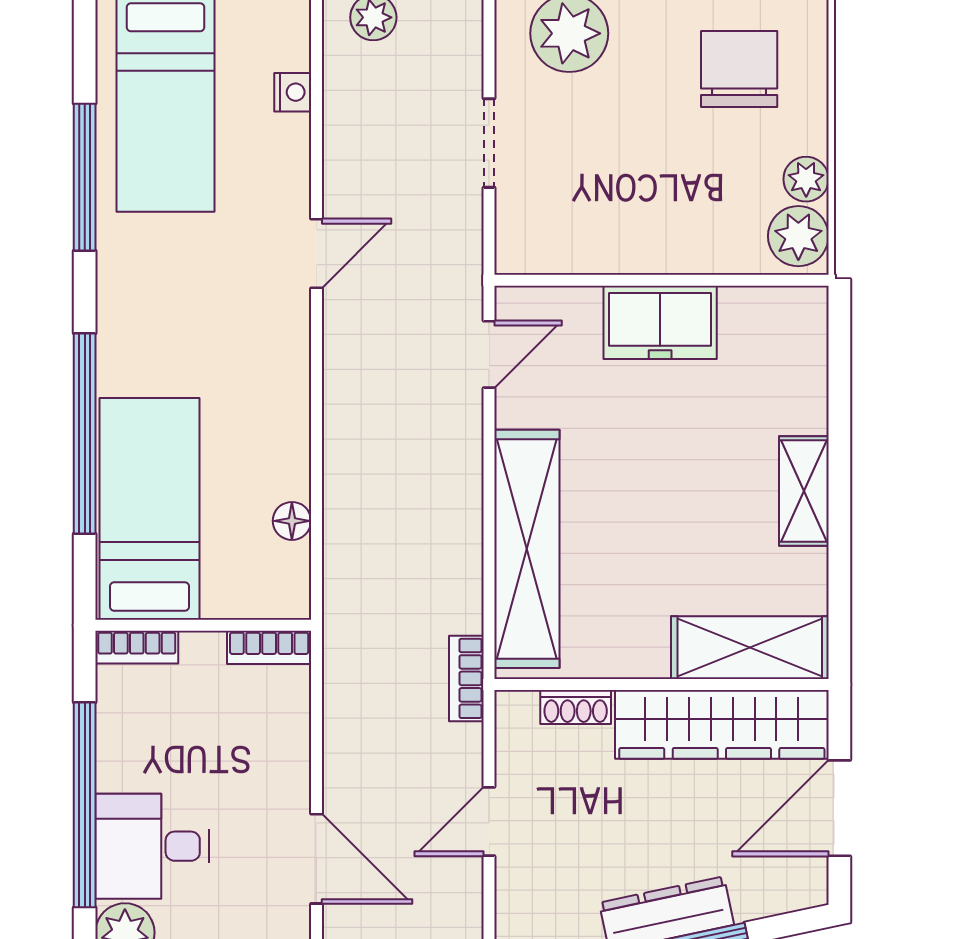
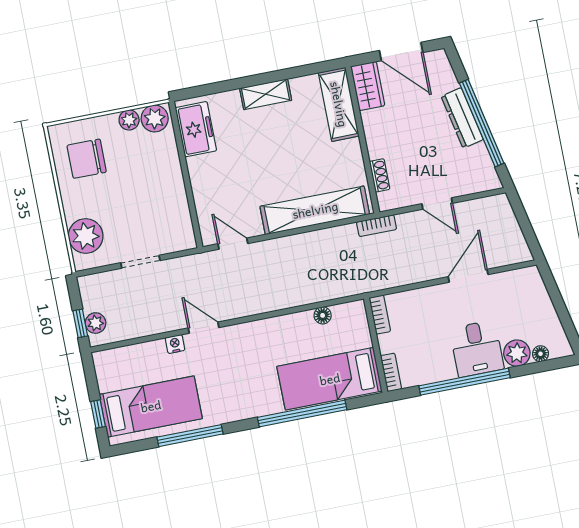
nightstand: (293, 92) -> (175, 344), moved
freezer: (660, 322) -> (196, 129), moved
wardrobe: (722, 724) -> (368, 86), width x0.48, depth x0.85

